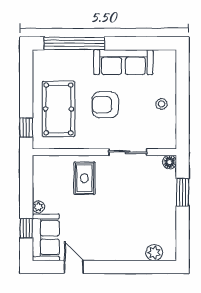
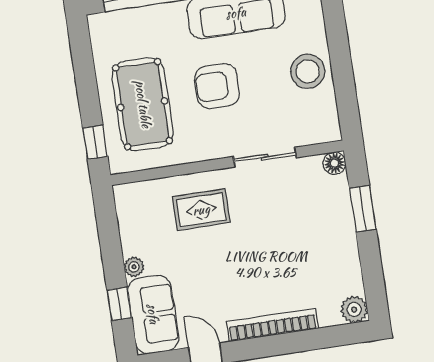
stool: (162, 104) -> (308, 71), width x1.89, depth x1.89
rug: (84, 178) -> (201, 210), turned 90
plant: (154, 253) -> (354, 310), moved
bookcase: (117, 255) -> (272, 325), added

